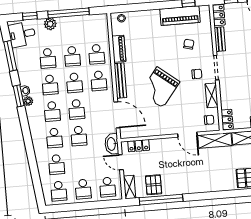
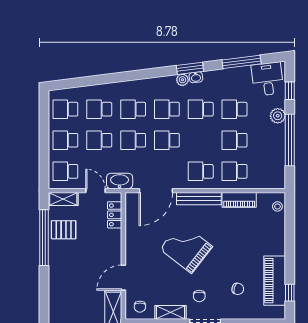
school desk: (74, 83) -> (99, 140), moved
door: (121, 162) -> (96, 191), hinge flipped

